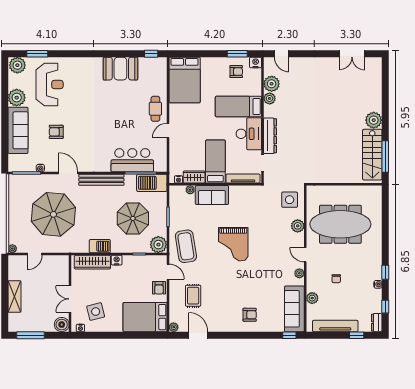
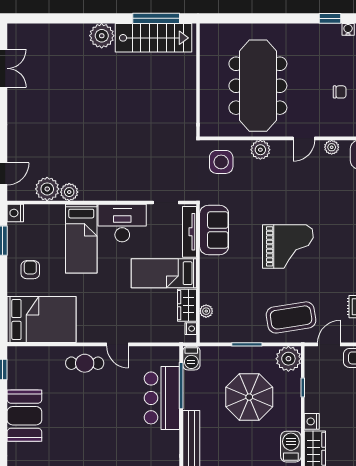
armchair: (236, 72) -> (30, 270), moved
dresser: (270, 136) -> (125, 191), removed
barbecue: (152, 183) -> (191, 358), width x0.53, depth x0.65
sofa: (212, 195) -> (214, 230), moved

